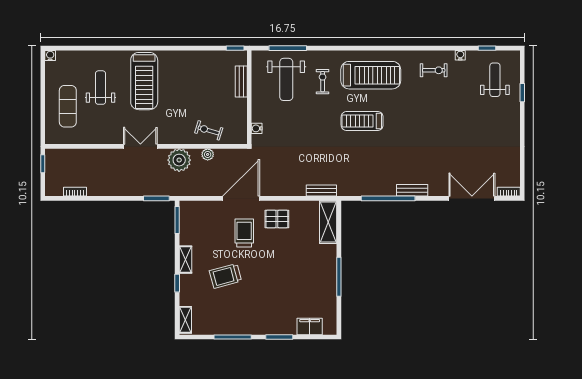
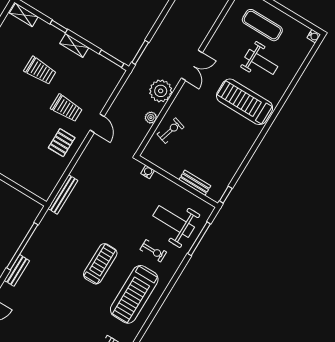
bench: (321, 190) -> (63, 194), width x1.36
door: (241, 198) -> (97, 123), width x0.53
shelving: (328, 222) -> (33, 184), removed
trolley: (225, 276) -> (40, 71), turned 105

